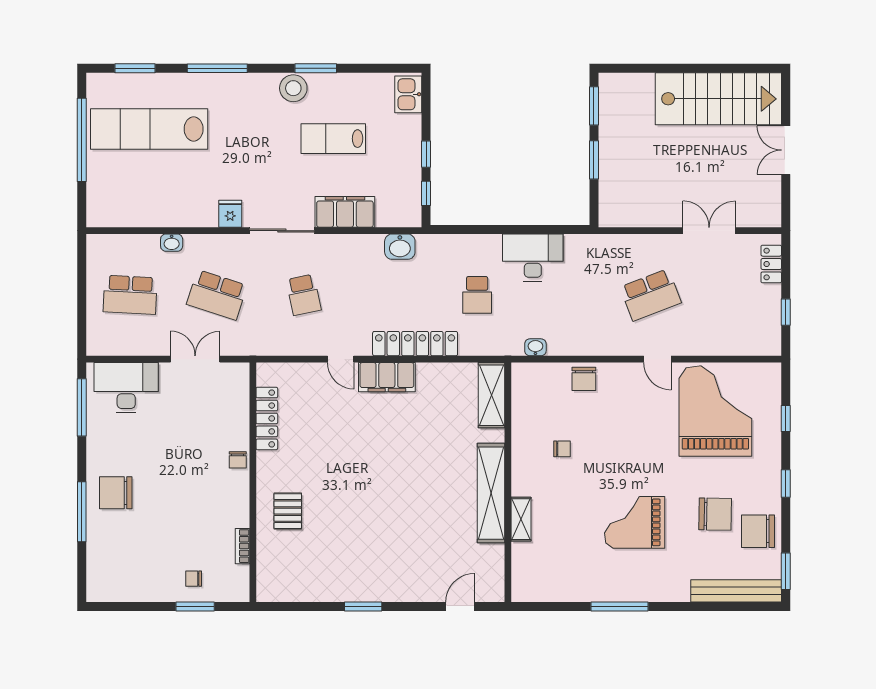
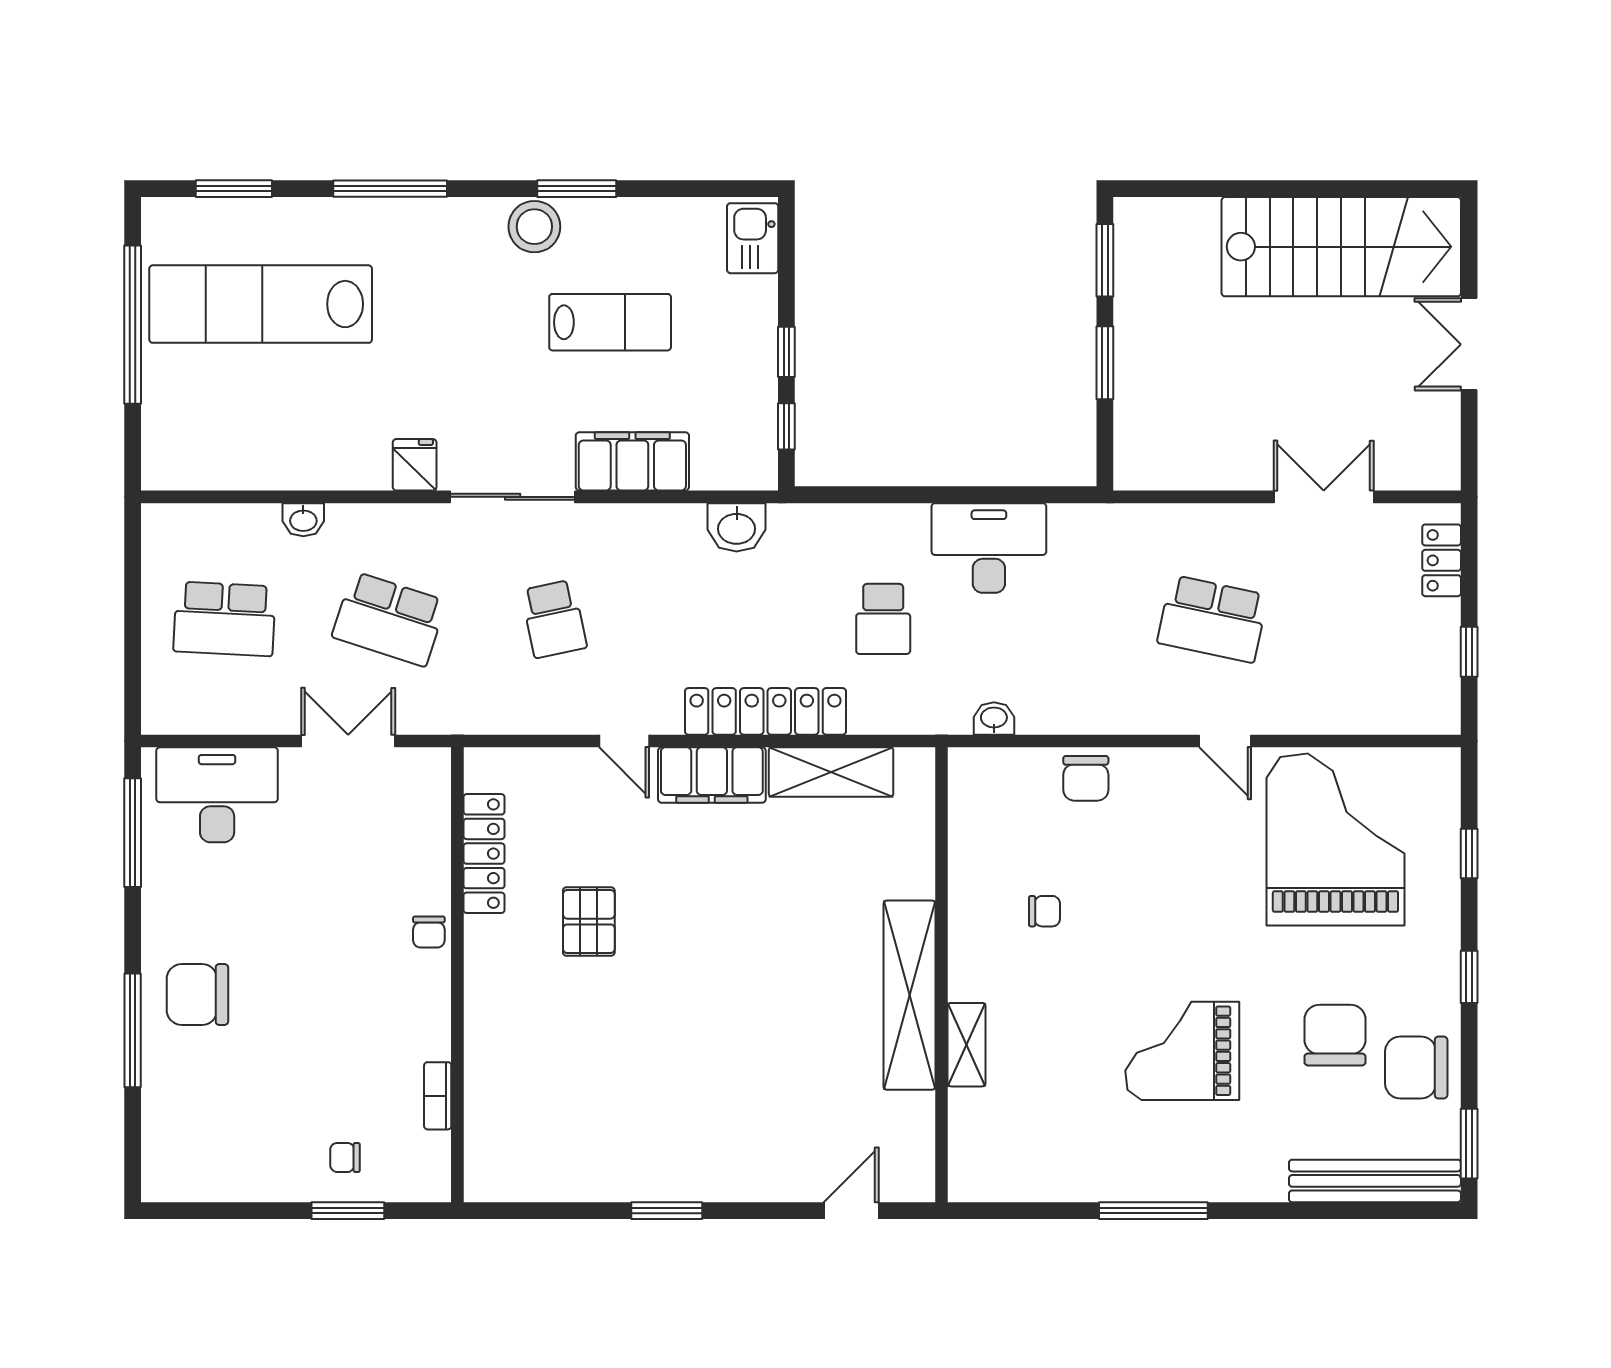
lab bench: (333, 139) -> (610, 322), turned 180
school desk: (651, 295) -> (1213, 619), turned 33
shelving: (491, 395) -> (831, 772), moved, turned 90
pallet: (288, 511) -> (589, 922), moved
chair: (715, 514) -> (1335, 1035), turned -91

